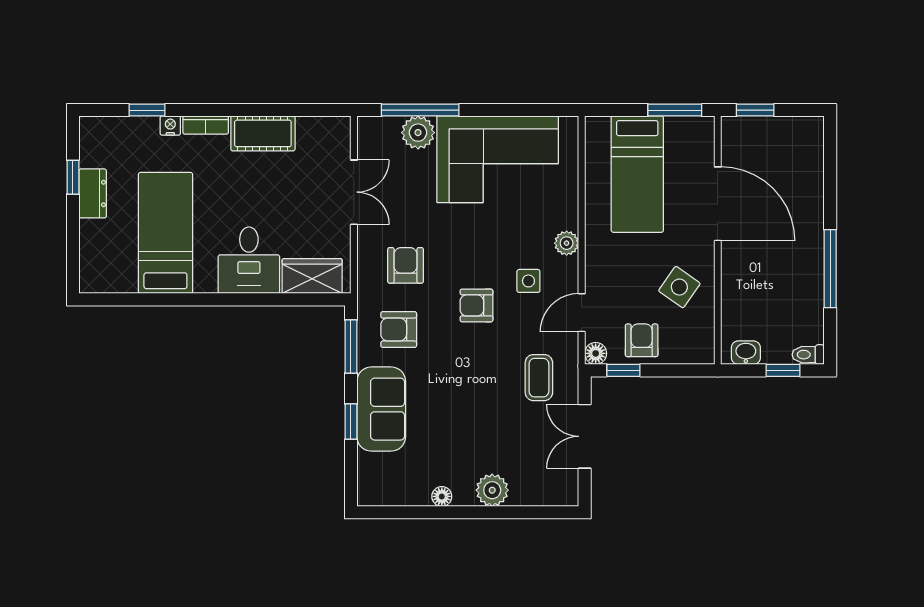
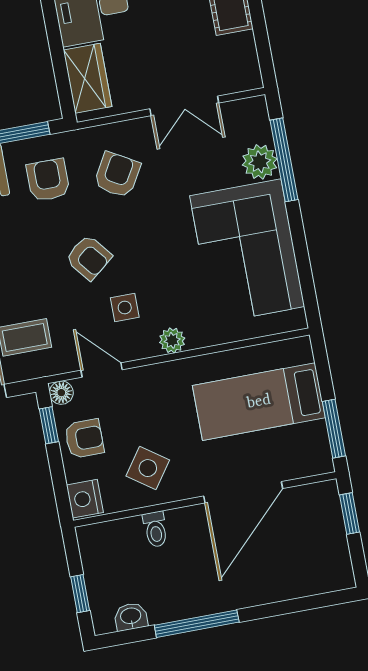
armchair: (406, 265) -> (117, 175), turned -60
armchair: (476, 305) -> (89, 257), turned 141
nightstand: (697, 350) -> (85, 499), added
washbasin: (746, 353) -> (131, 617), moved, turned -90
toilet: (808, 355) -> (155, 529), moved, turned 180

